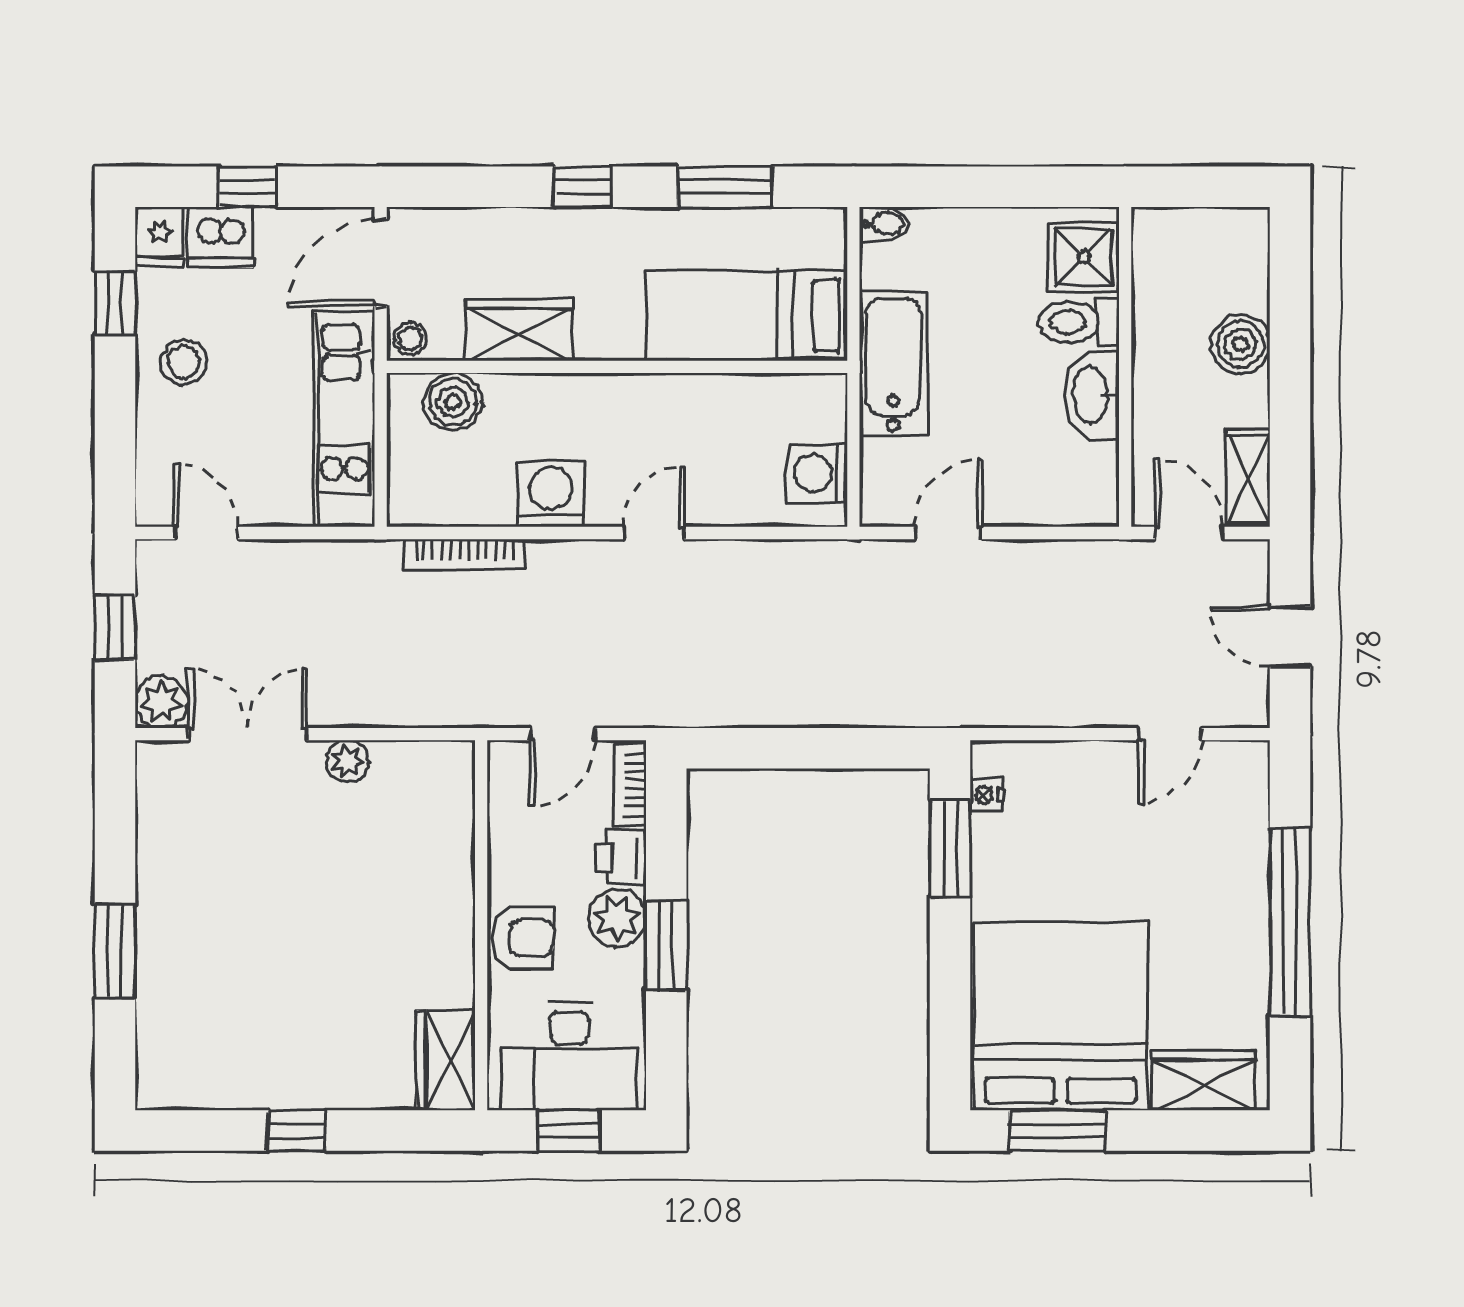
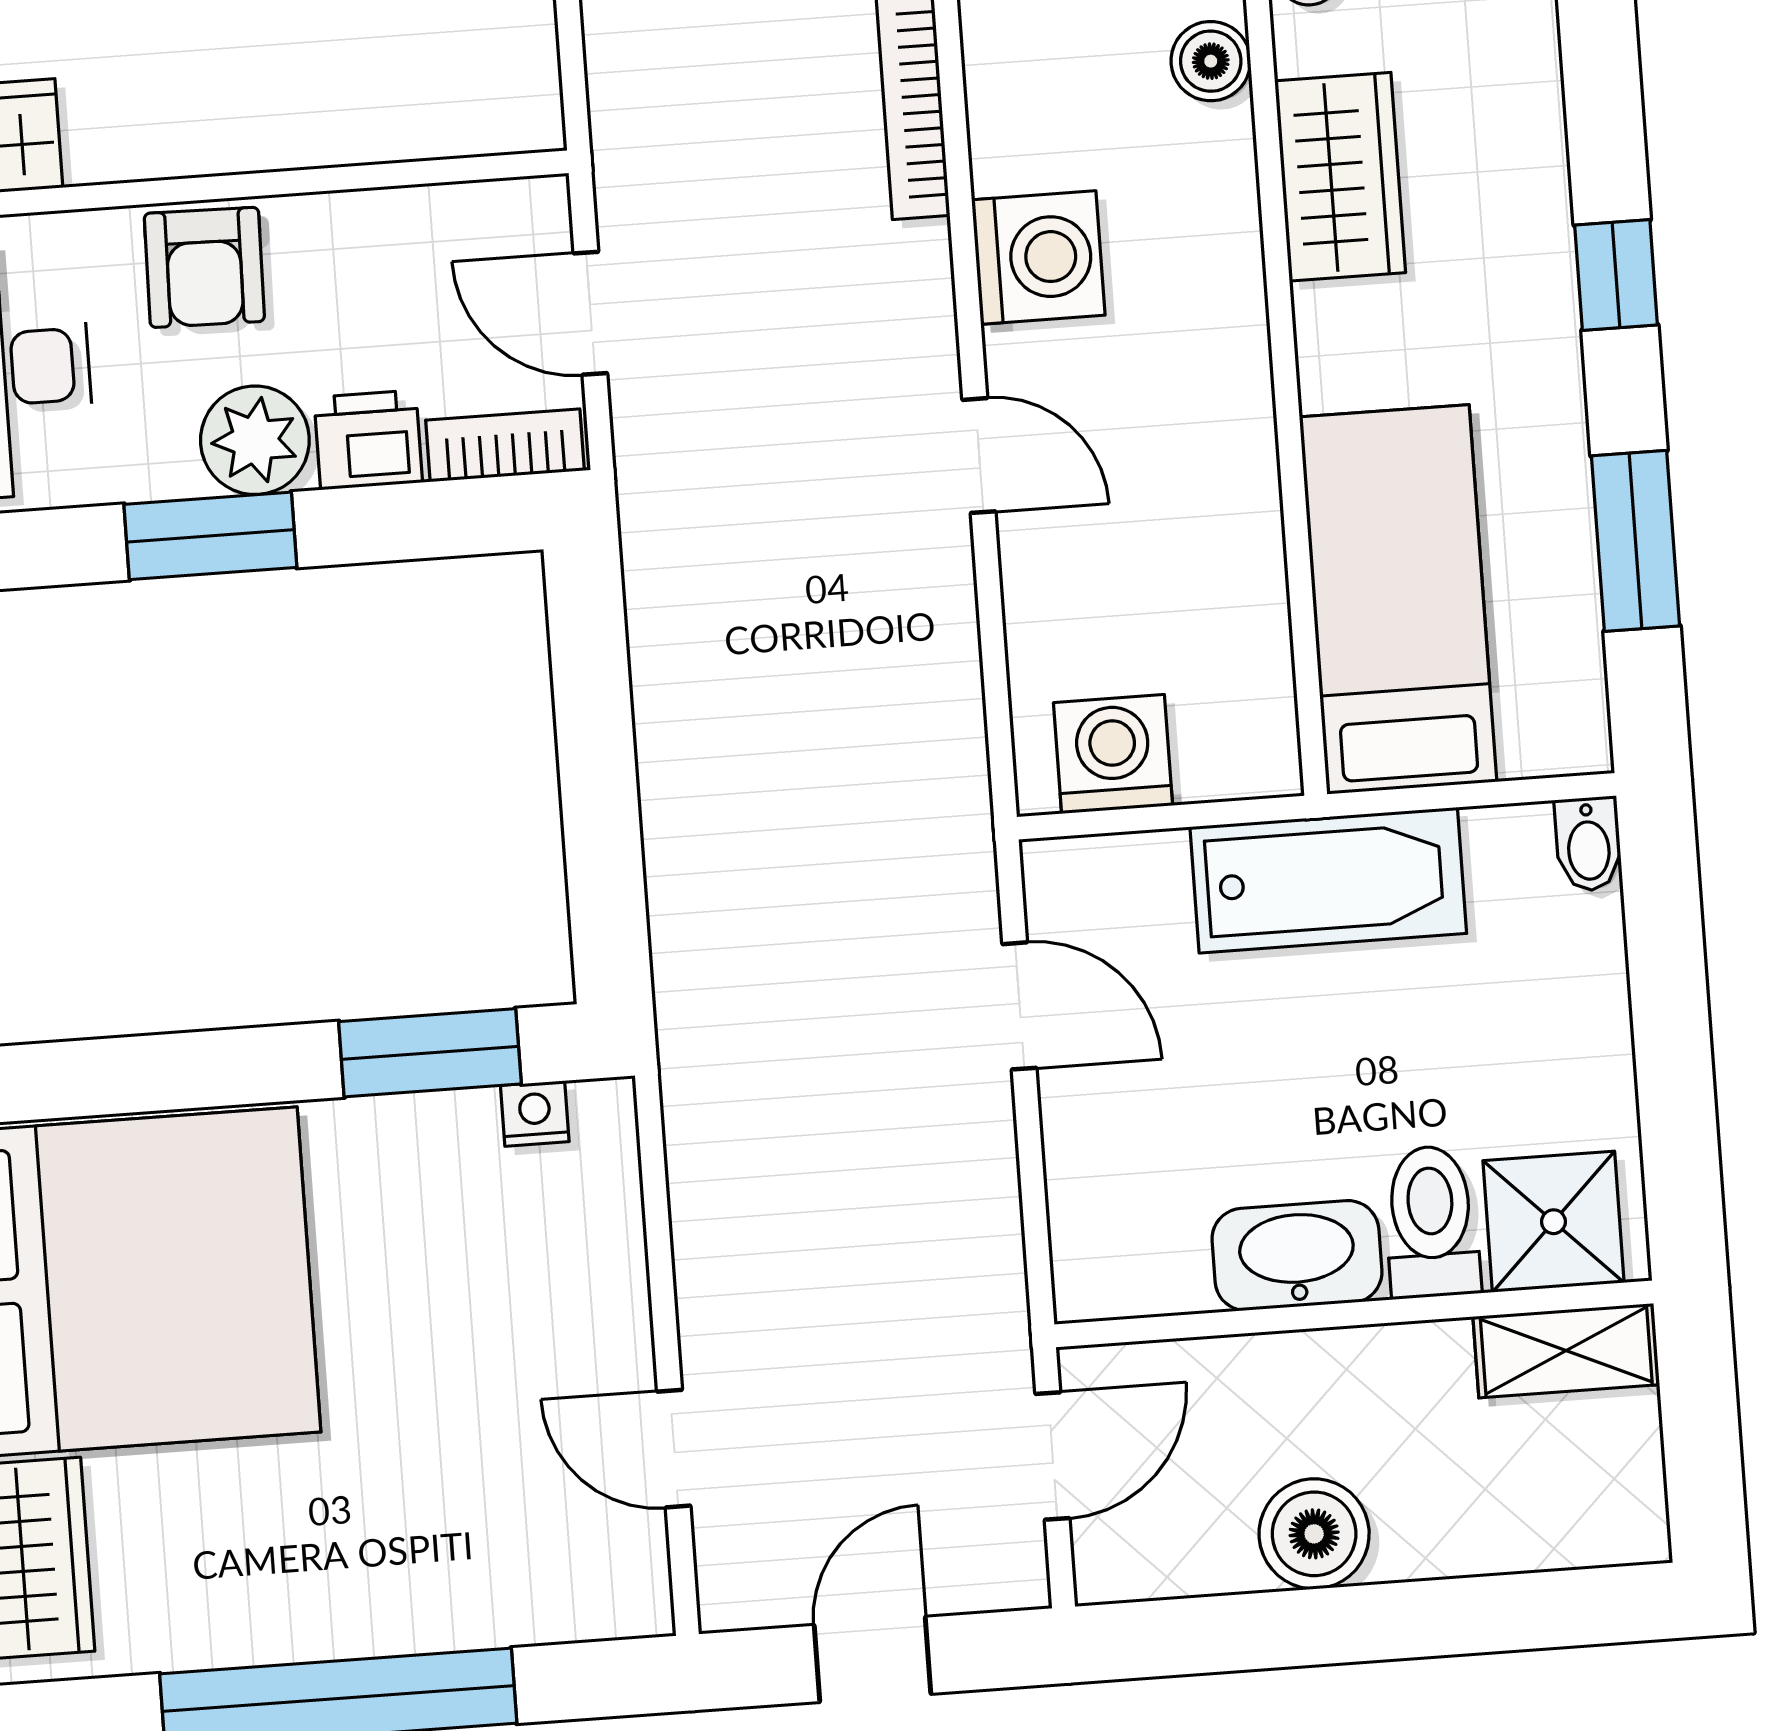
boiler: (1241, 344) -> (1314, 1534), moved
boiler: (453, 402) -> (1211, 61), width x0.73, depth x0.73
shelving: (1248, 479) -> (1566, 1351), moved

